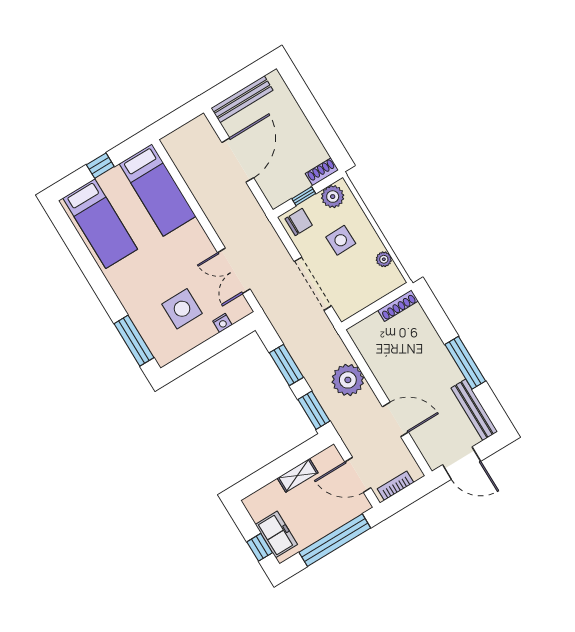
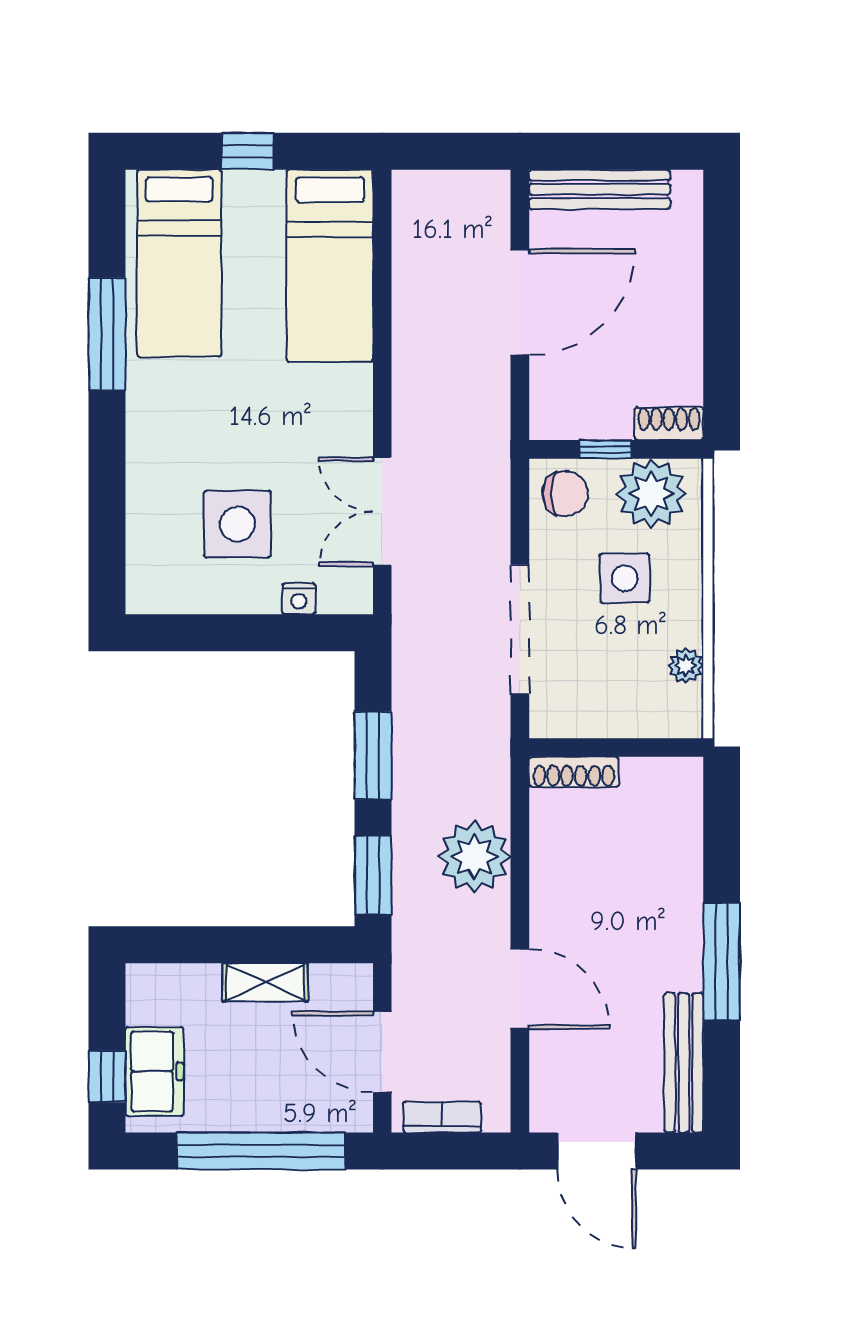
plant: (333, 197) -> (651, 494), width x1.36, depth x1.36
shoe rack: (398, 306) -> (574, 772), moved
window: (134, 341) -> (107, 334), moved

